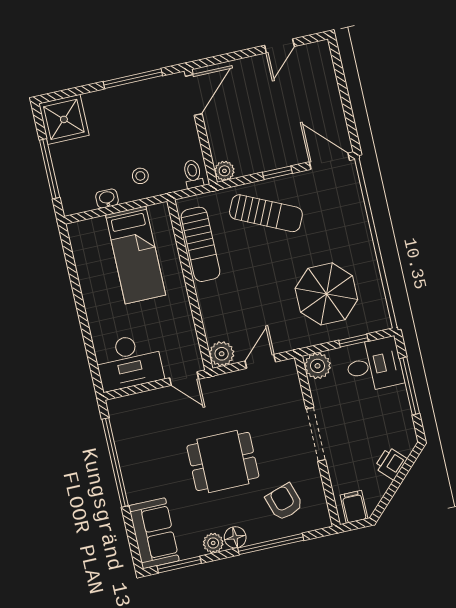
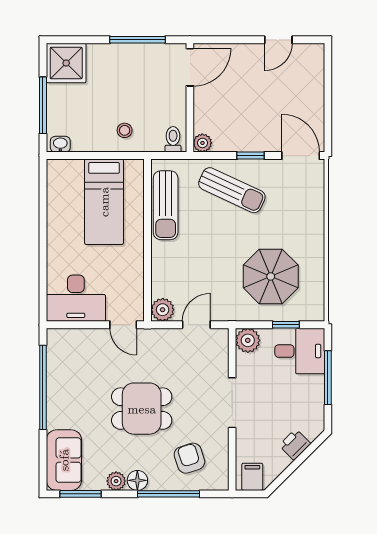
washbasin: (107, 199) -> (60, 144), moved

